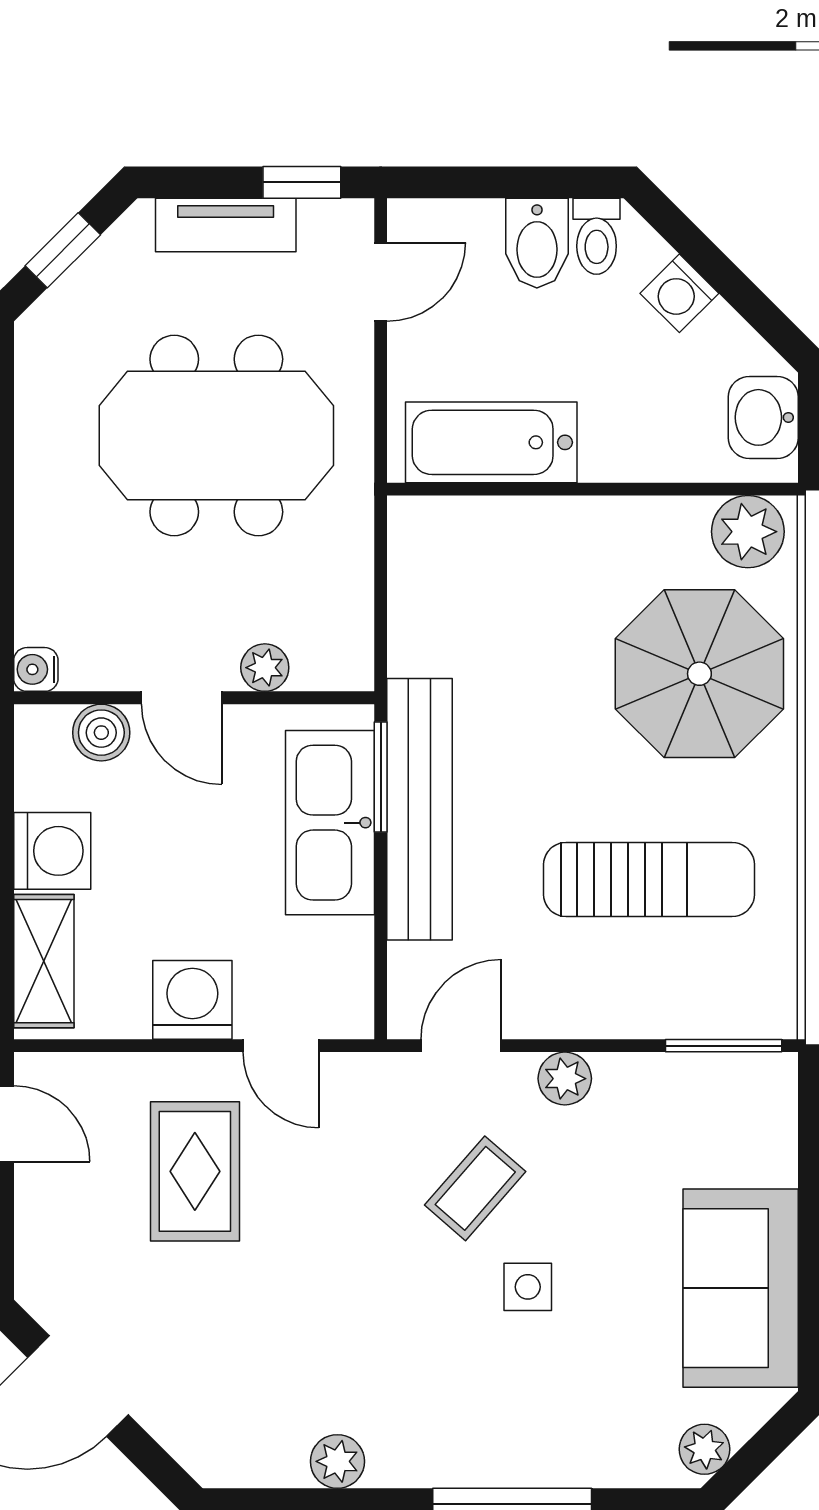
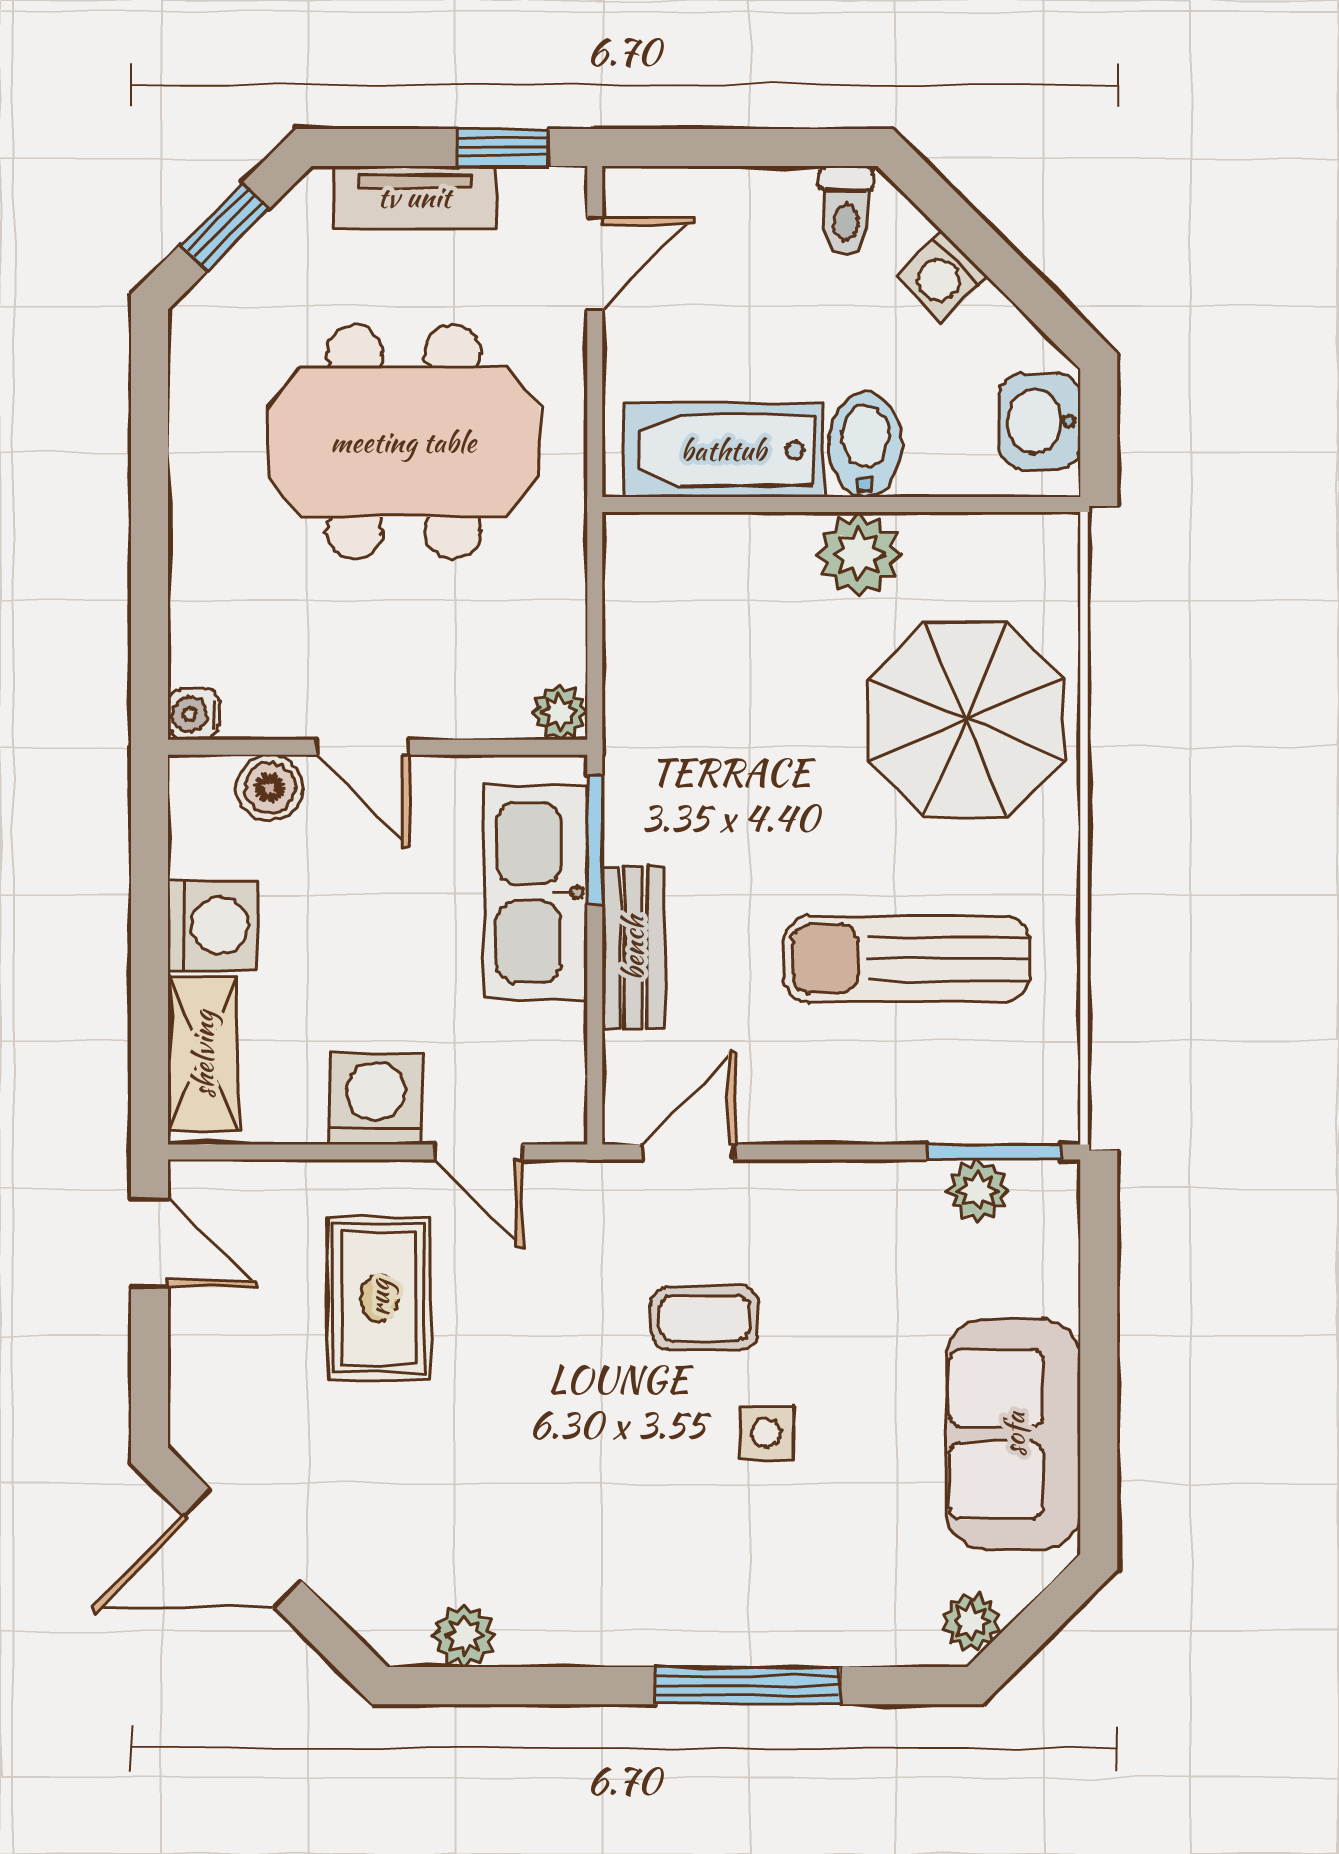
bidet: (537, 243) -> (865, 445), moved, turned 180
plant: (748, 532) -> (859, 554), moved
plant: (265, 668) -> (560, 712), moved
bench: (420, 809) -> (633, 948), width x0.54, depth x0.82
sun lounger: (649, 880) -> (907, 959), turned 180
plant: (565, 1079) -> (978, 1190), moved
coffee table: (475, 1188) -> (705, 1318), turned 49
plant: (337, 1461) -> (464, 1636), moved

